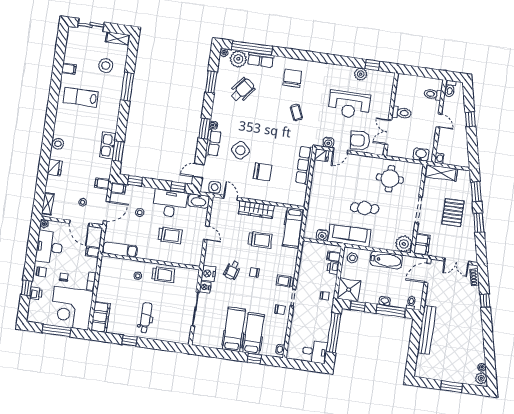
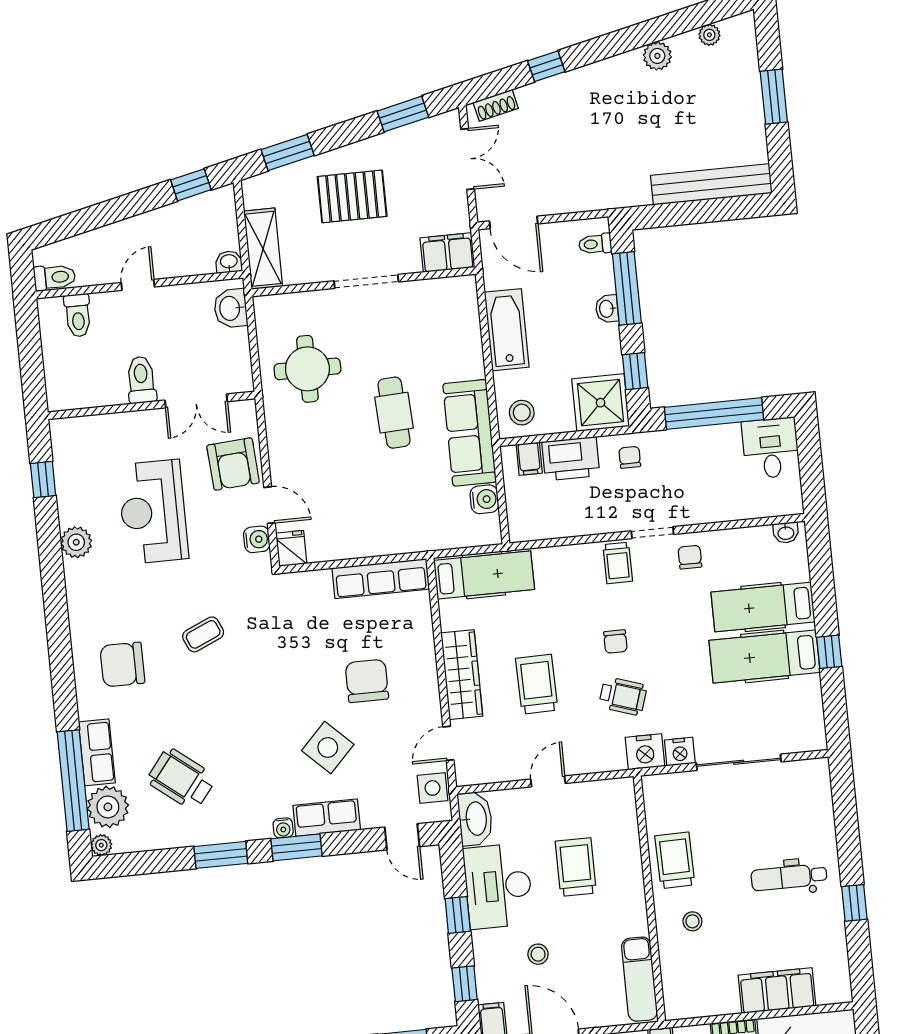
plant: (361, 74) -> (76, 542), moved
window: (211, 82) -> (221, 855), moved
reception desk: (349, 105) -> (153, 512), turned 180
window: (470, 119) -> (191, 185), moved
row of seats: (304, 165) -> (381, 579), moved
window: (178, 187) -> (458, 915), moved
window: (479, 223) -> (403, 114), moved
trolley: (260, 240) -> (537, 684), moved
plant: (404, 244) -> (457, 297), removed
printer: (333, 268) -> (571, 459), width x1.87, depth x1.48
filing cabinet: (101, 317) -> (777, 991), moved
bench: (427, 330) -> (711, 184), moved
window: (254, 358) -> (829, 652), moved
plant: (481, 378) -> (657, 56), moved

